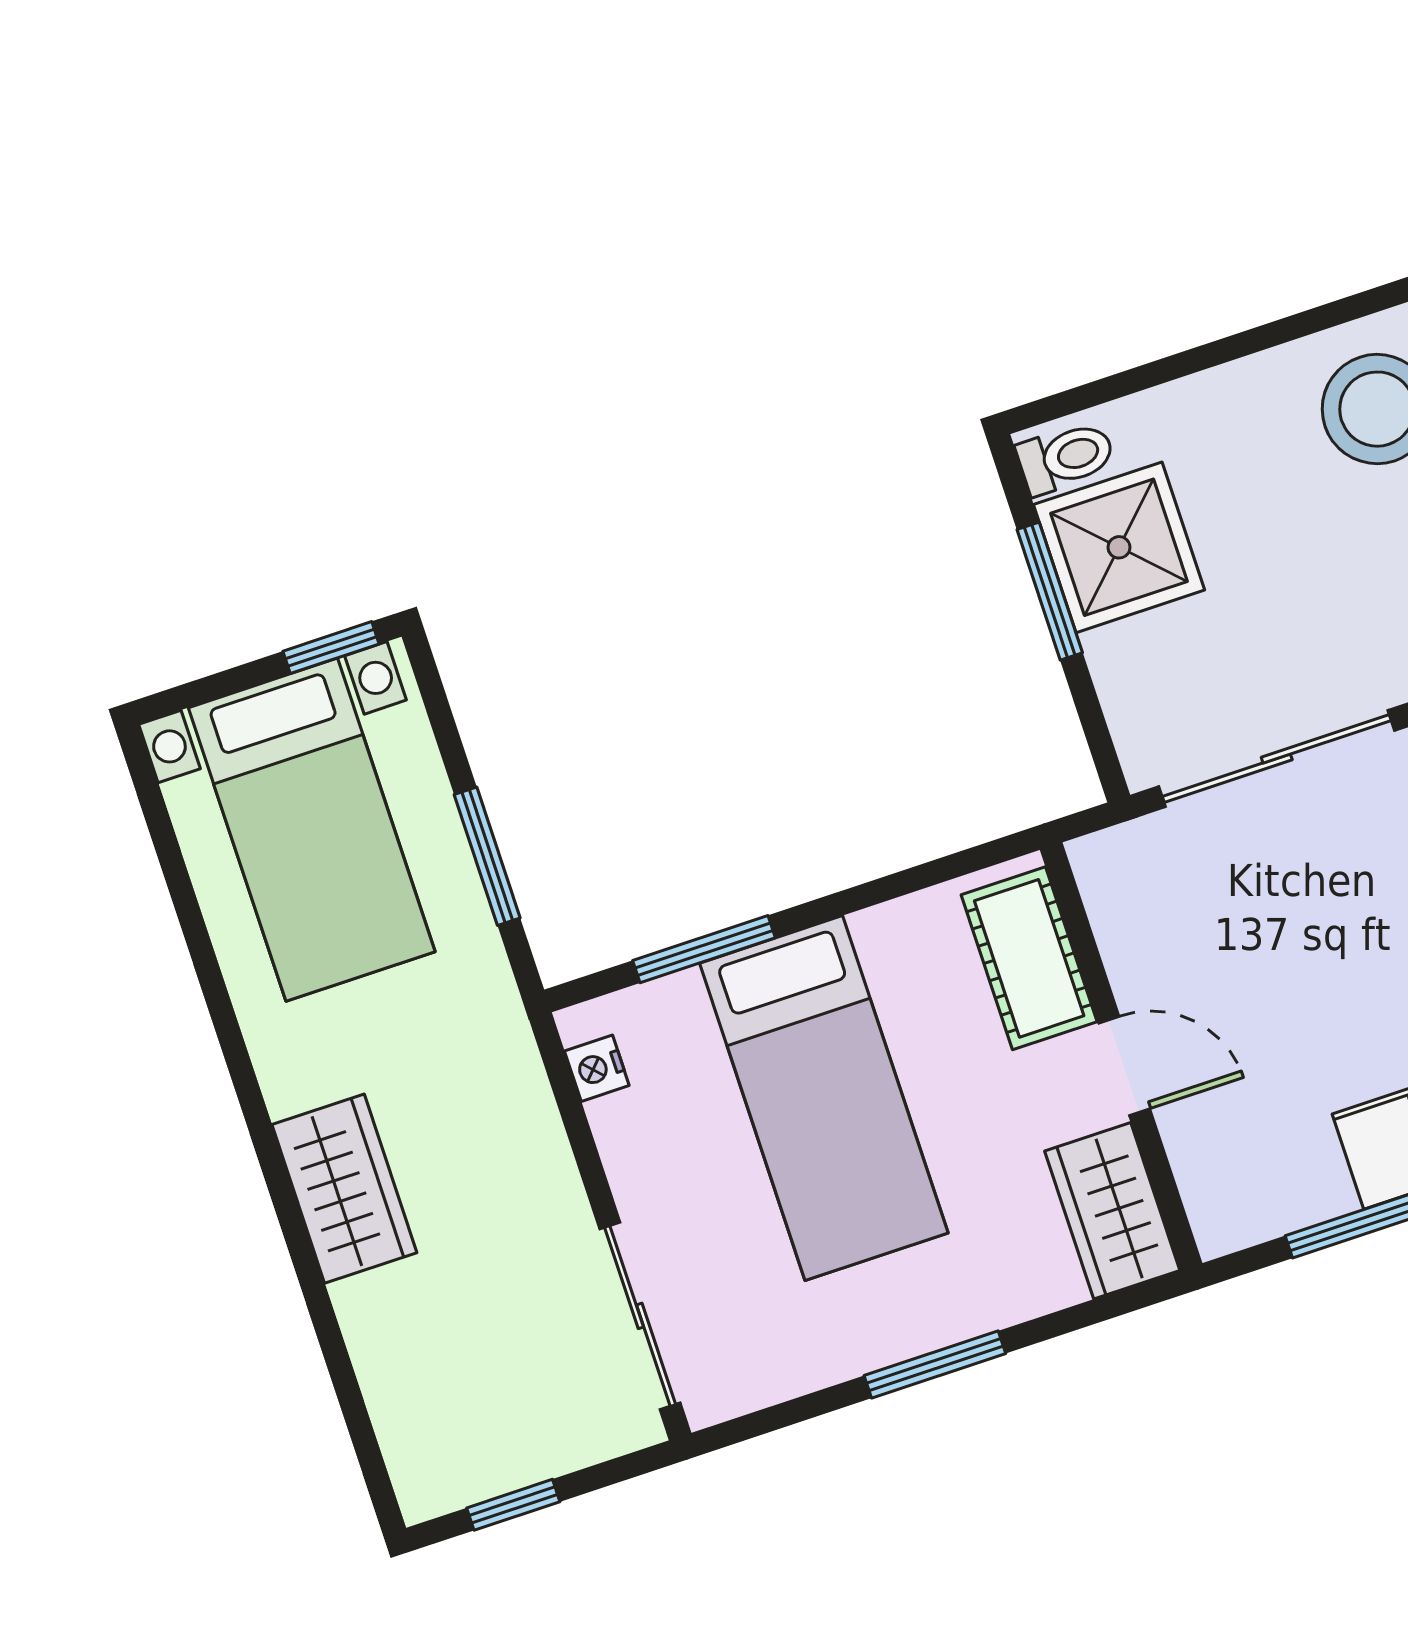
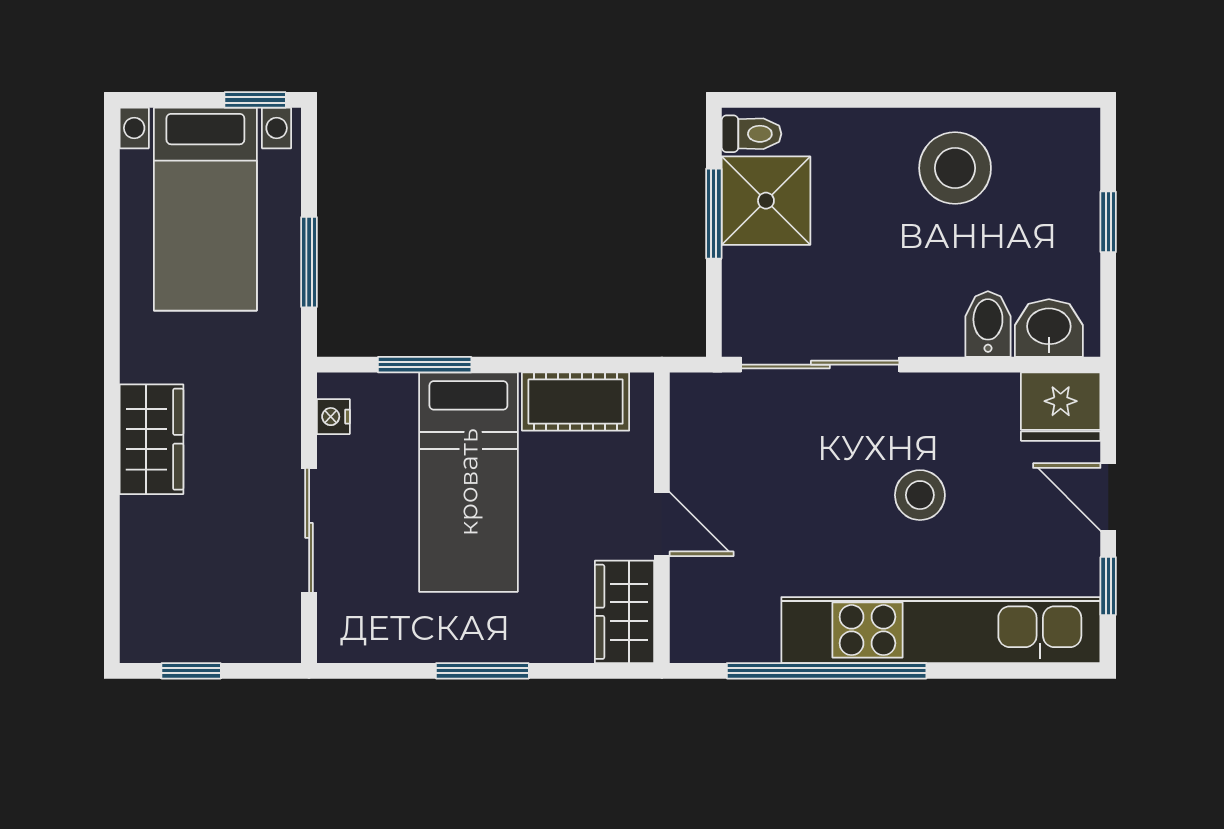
cot: (1029, 958) -> (576, 402), moved, turned 90
sliding door: (640, 1316) -> (309, 530), moved

